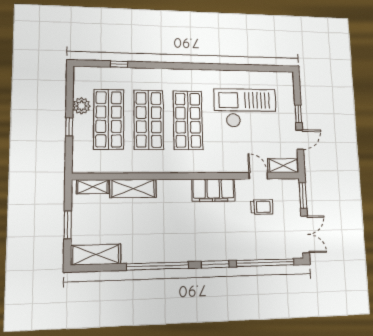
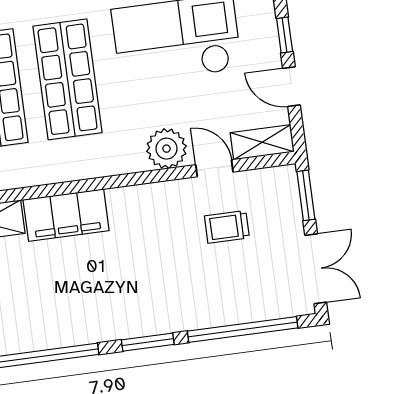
door: (300, 140) -> (291, 87), swing flipped
plant: (235, 162) -> (167, 149), added
filing cabinet: (213, 190) -> (66, 215), moved
trolley: (262, 207) -> (227, 227), turned 180

